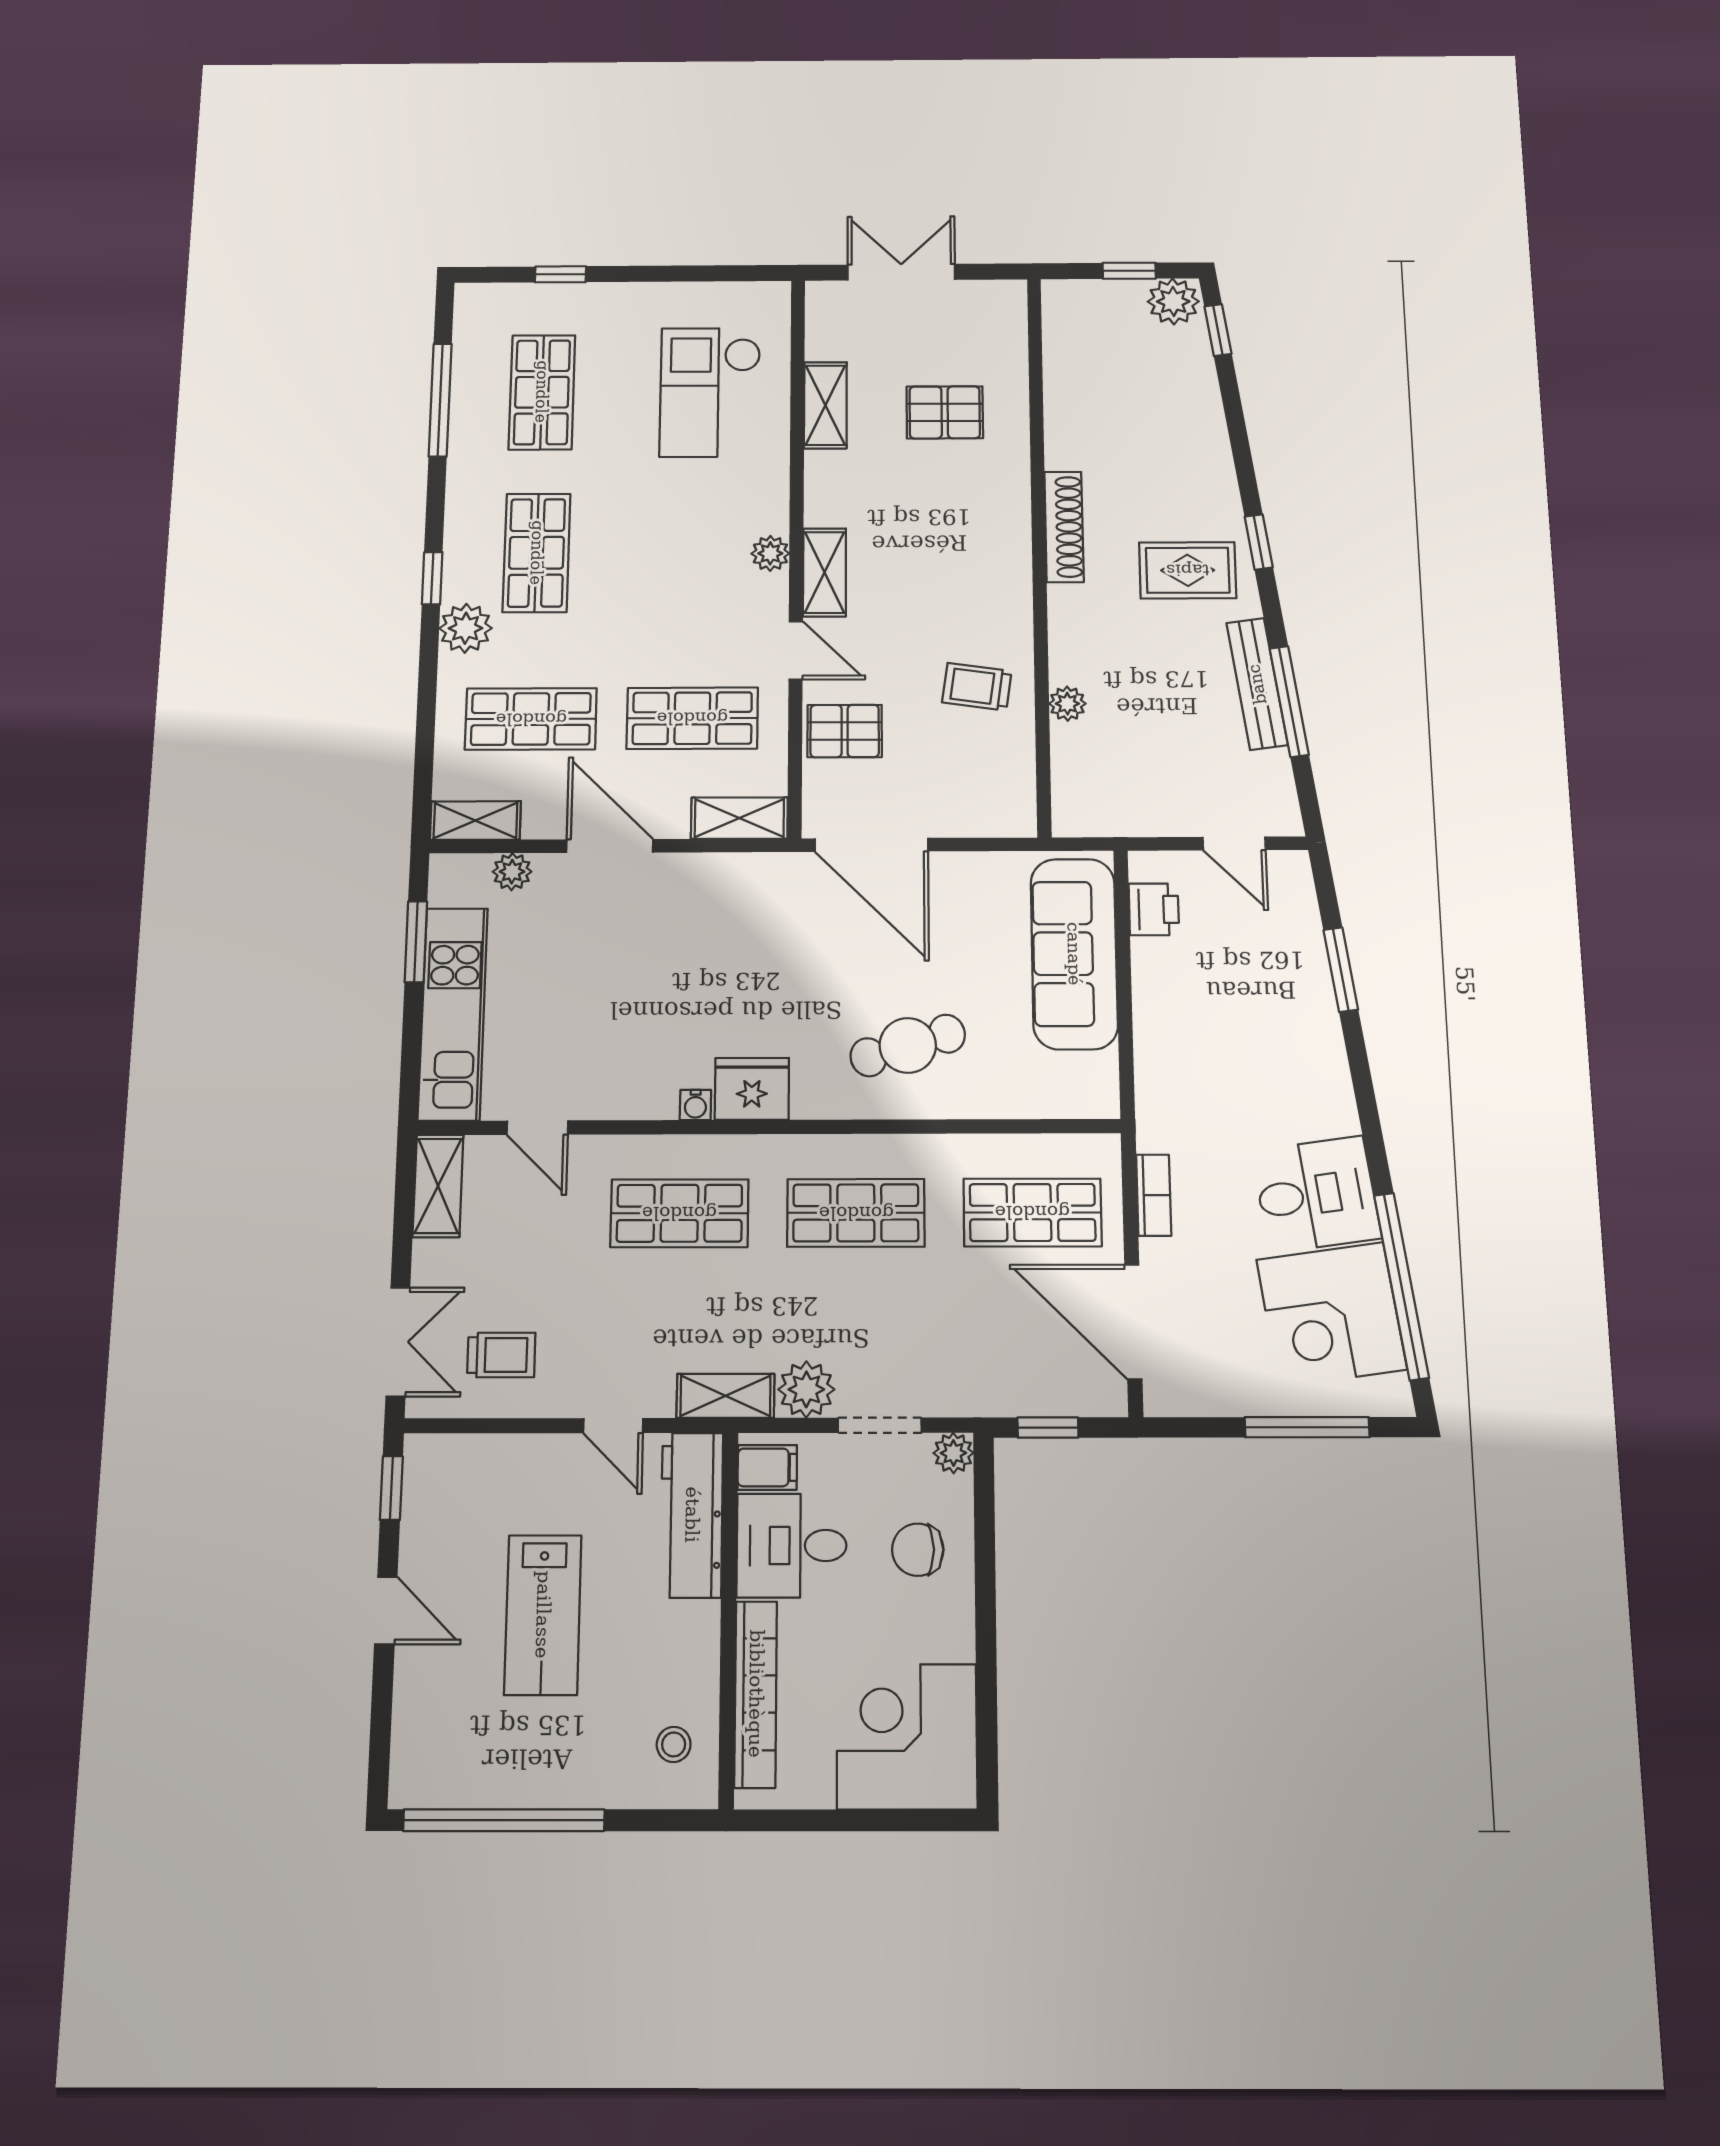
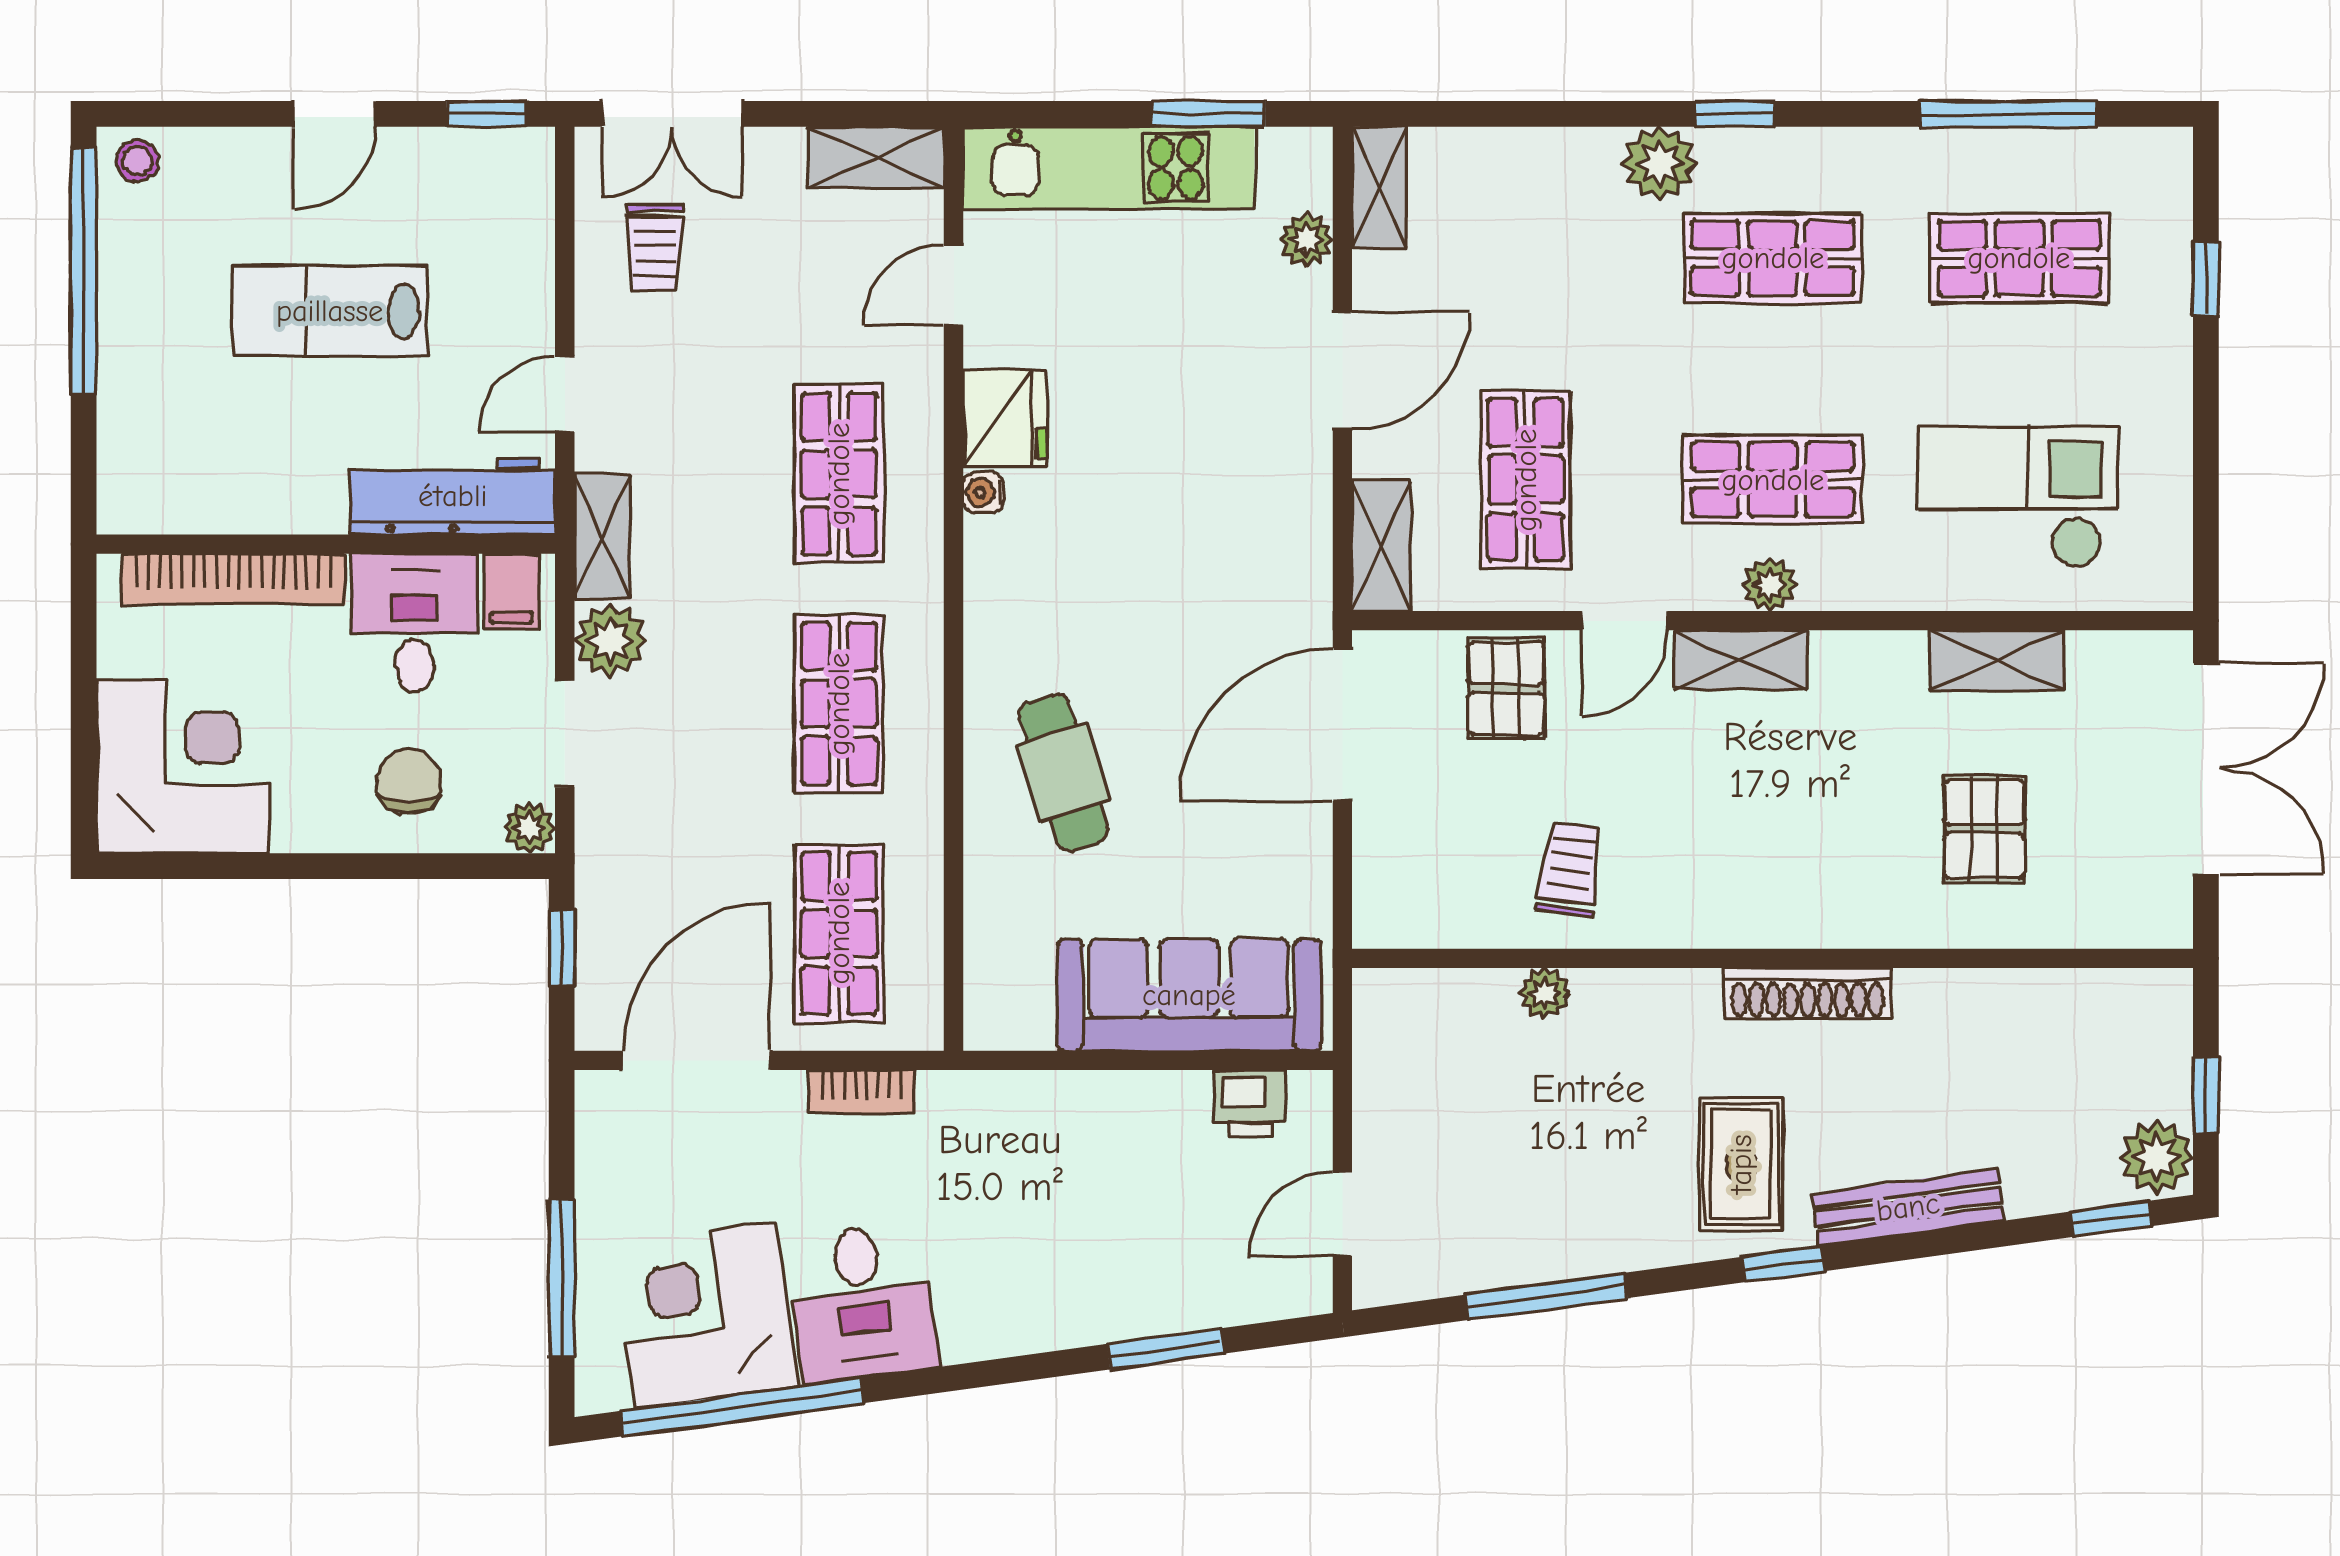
double door: (901, 272) -> (2206, 769), width x1.37
bench: (1257, 684) -> (1908, 1207), moved
shop shelf: (531, 719) -> (1773, 480), moved, turned 90
fridge: (752, 1089) -> (1005, 418), moved
stool: (674, 1744) -> (137, 161), moved

